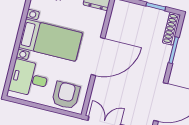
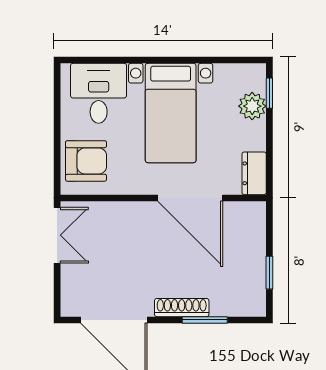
shoe rack: (171, 29) -> (182, 308), moved
door: (98, 56) -> (190, 198), moved

